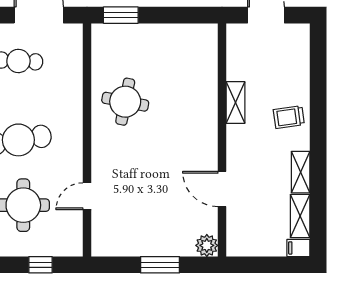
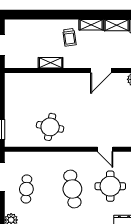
trolley: (289, 117) -> (69, 37), moved

